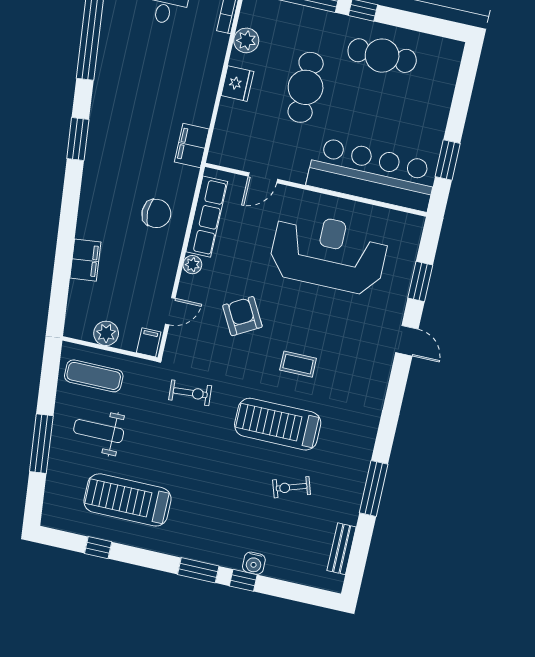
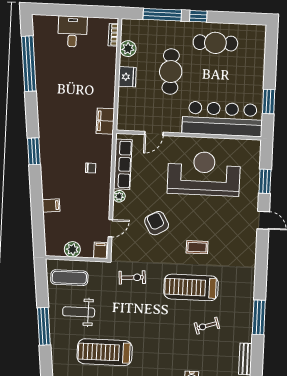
window: (78, 139) -> (34, 151), moved
chair: (156, 213) -> (91, 168), width x0.54, depth x0.54
filing cabinet: (85, 260) -> (51, 205), width x0.50

